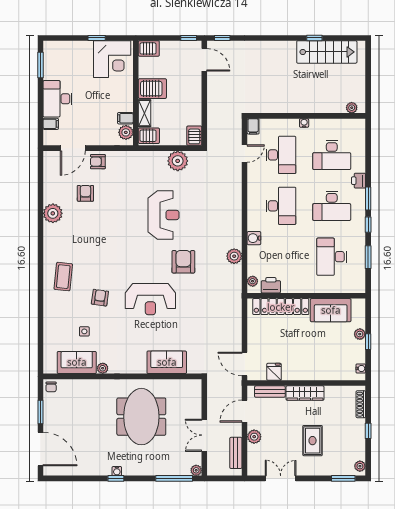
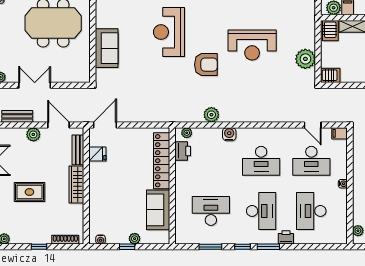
desk: (332, 206) -> (261, 211), turned 180

